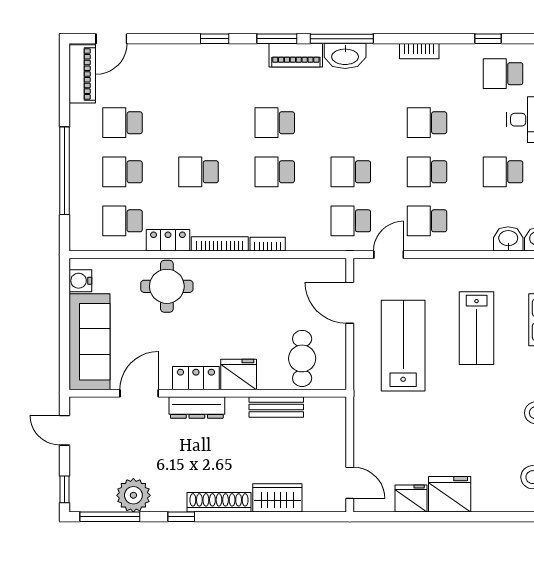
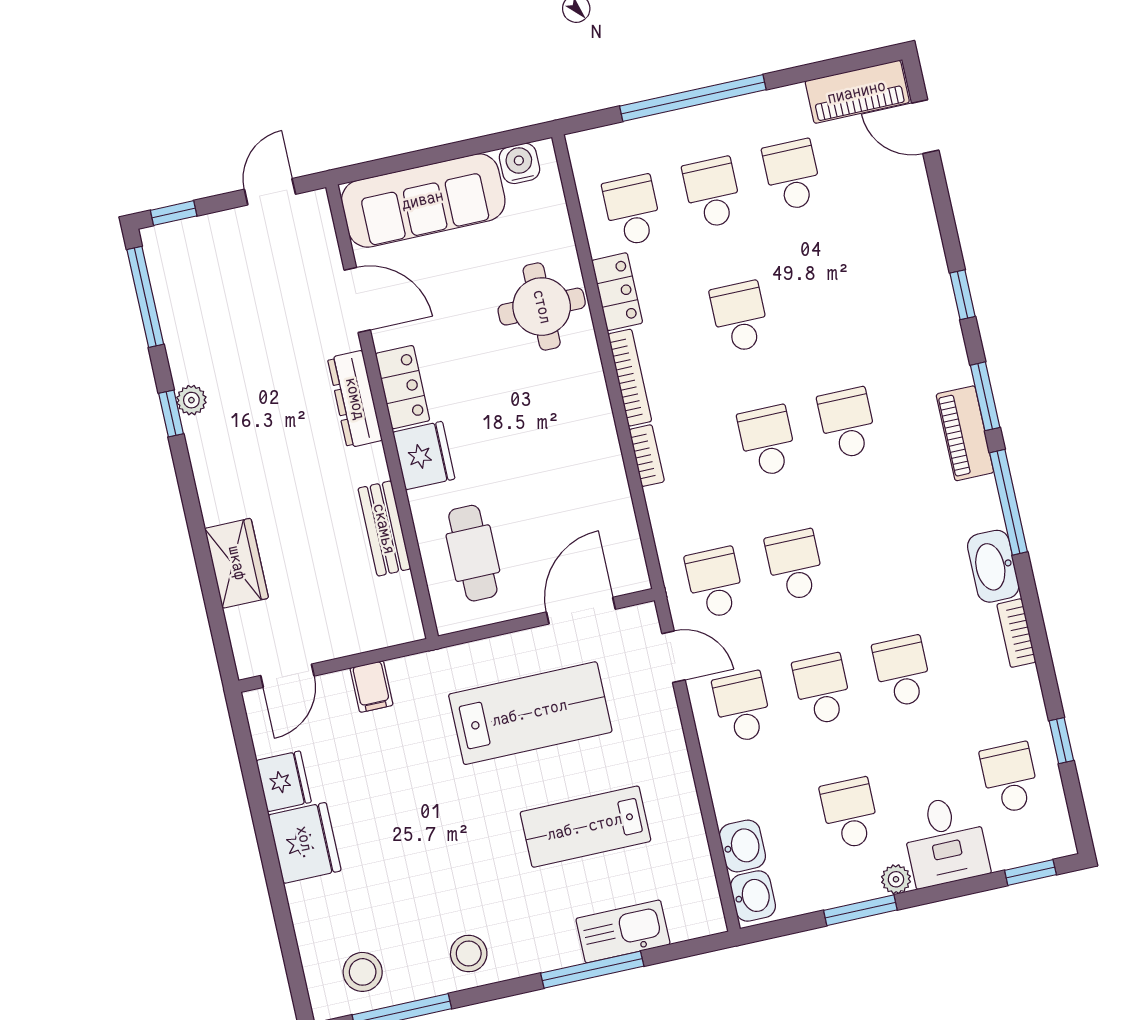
washbasin: (345, 56) -> (993, 566), moved
cafe table: (302, 358) -> (473, 553), turned 90
filing cabinet: (367, 435) -> (372, 687), added
plant: (133, 495) -> (191, 400), moved, width x0.53, depth x0.53
shoe rack: (219, 502) -> (208, 470), removed

